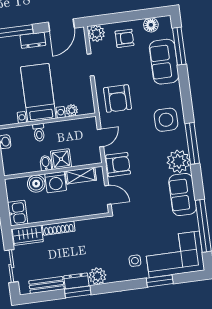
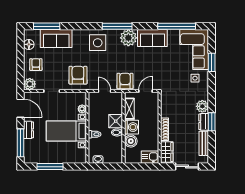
armchair: (118, 98) -> (78, 75), turned -90

